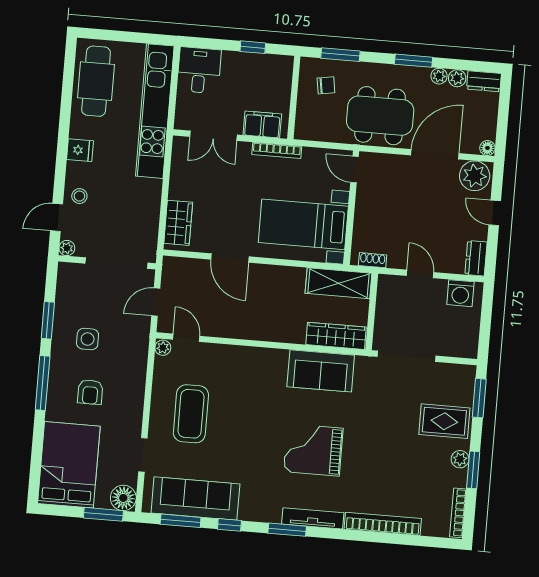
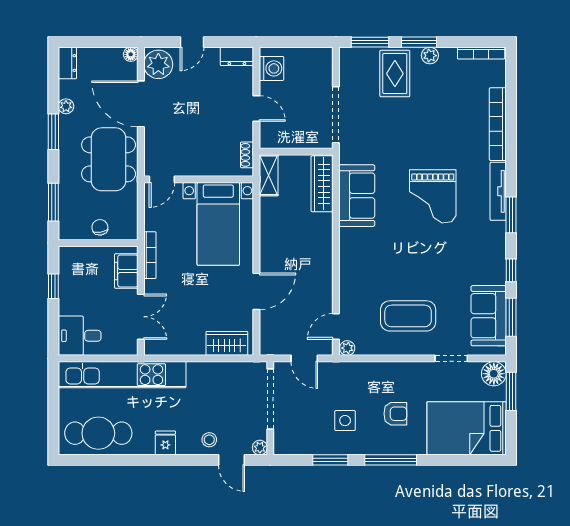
plant: (457, 78) -> (67, 89), removed
chair: (326, 85) -> (100, 227), moved
door: (420, 274) -> (256, 109), swing flipped
shelving: (338, 283) -> (269, 175), width x0.67, depth x0.75
window: (473, 470) -> (419, 42), moved
sofa: (195, 499) -> (489, 316), width x0.73

